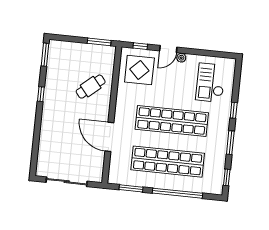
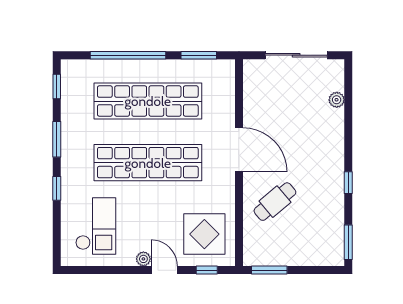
door: (168, 49) -> (164, 270), hinge flipped
door: (109, 137) -> (239, 150), moved
plant: (43, 150) -> (337, 100), added

